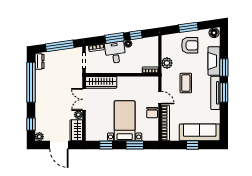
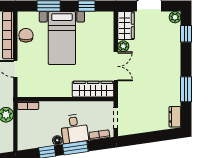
window: (60, 46) -> (148, 137), removed
window: (31, 82) -> (186, 89), width x0.47
chair: (152, 113) -> (26, 35), moved

